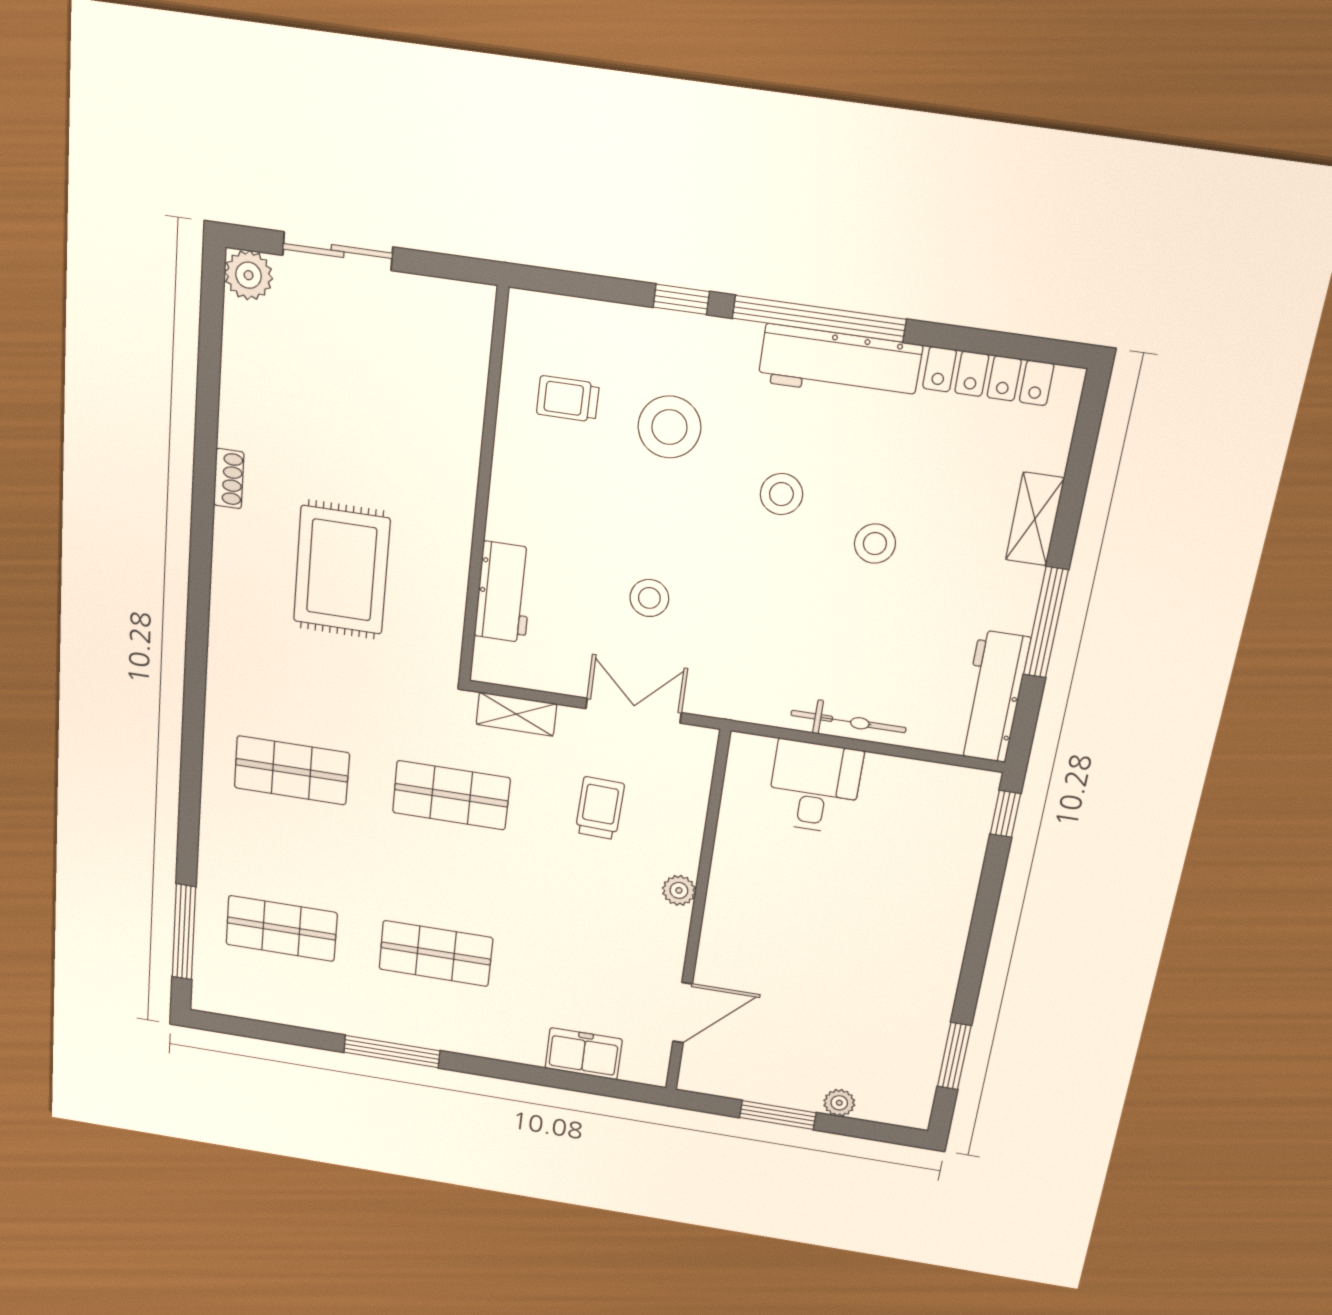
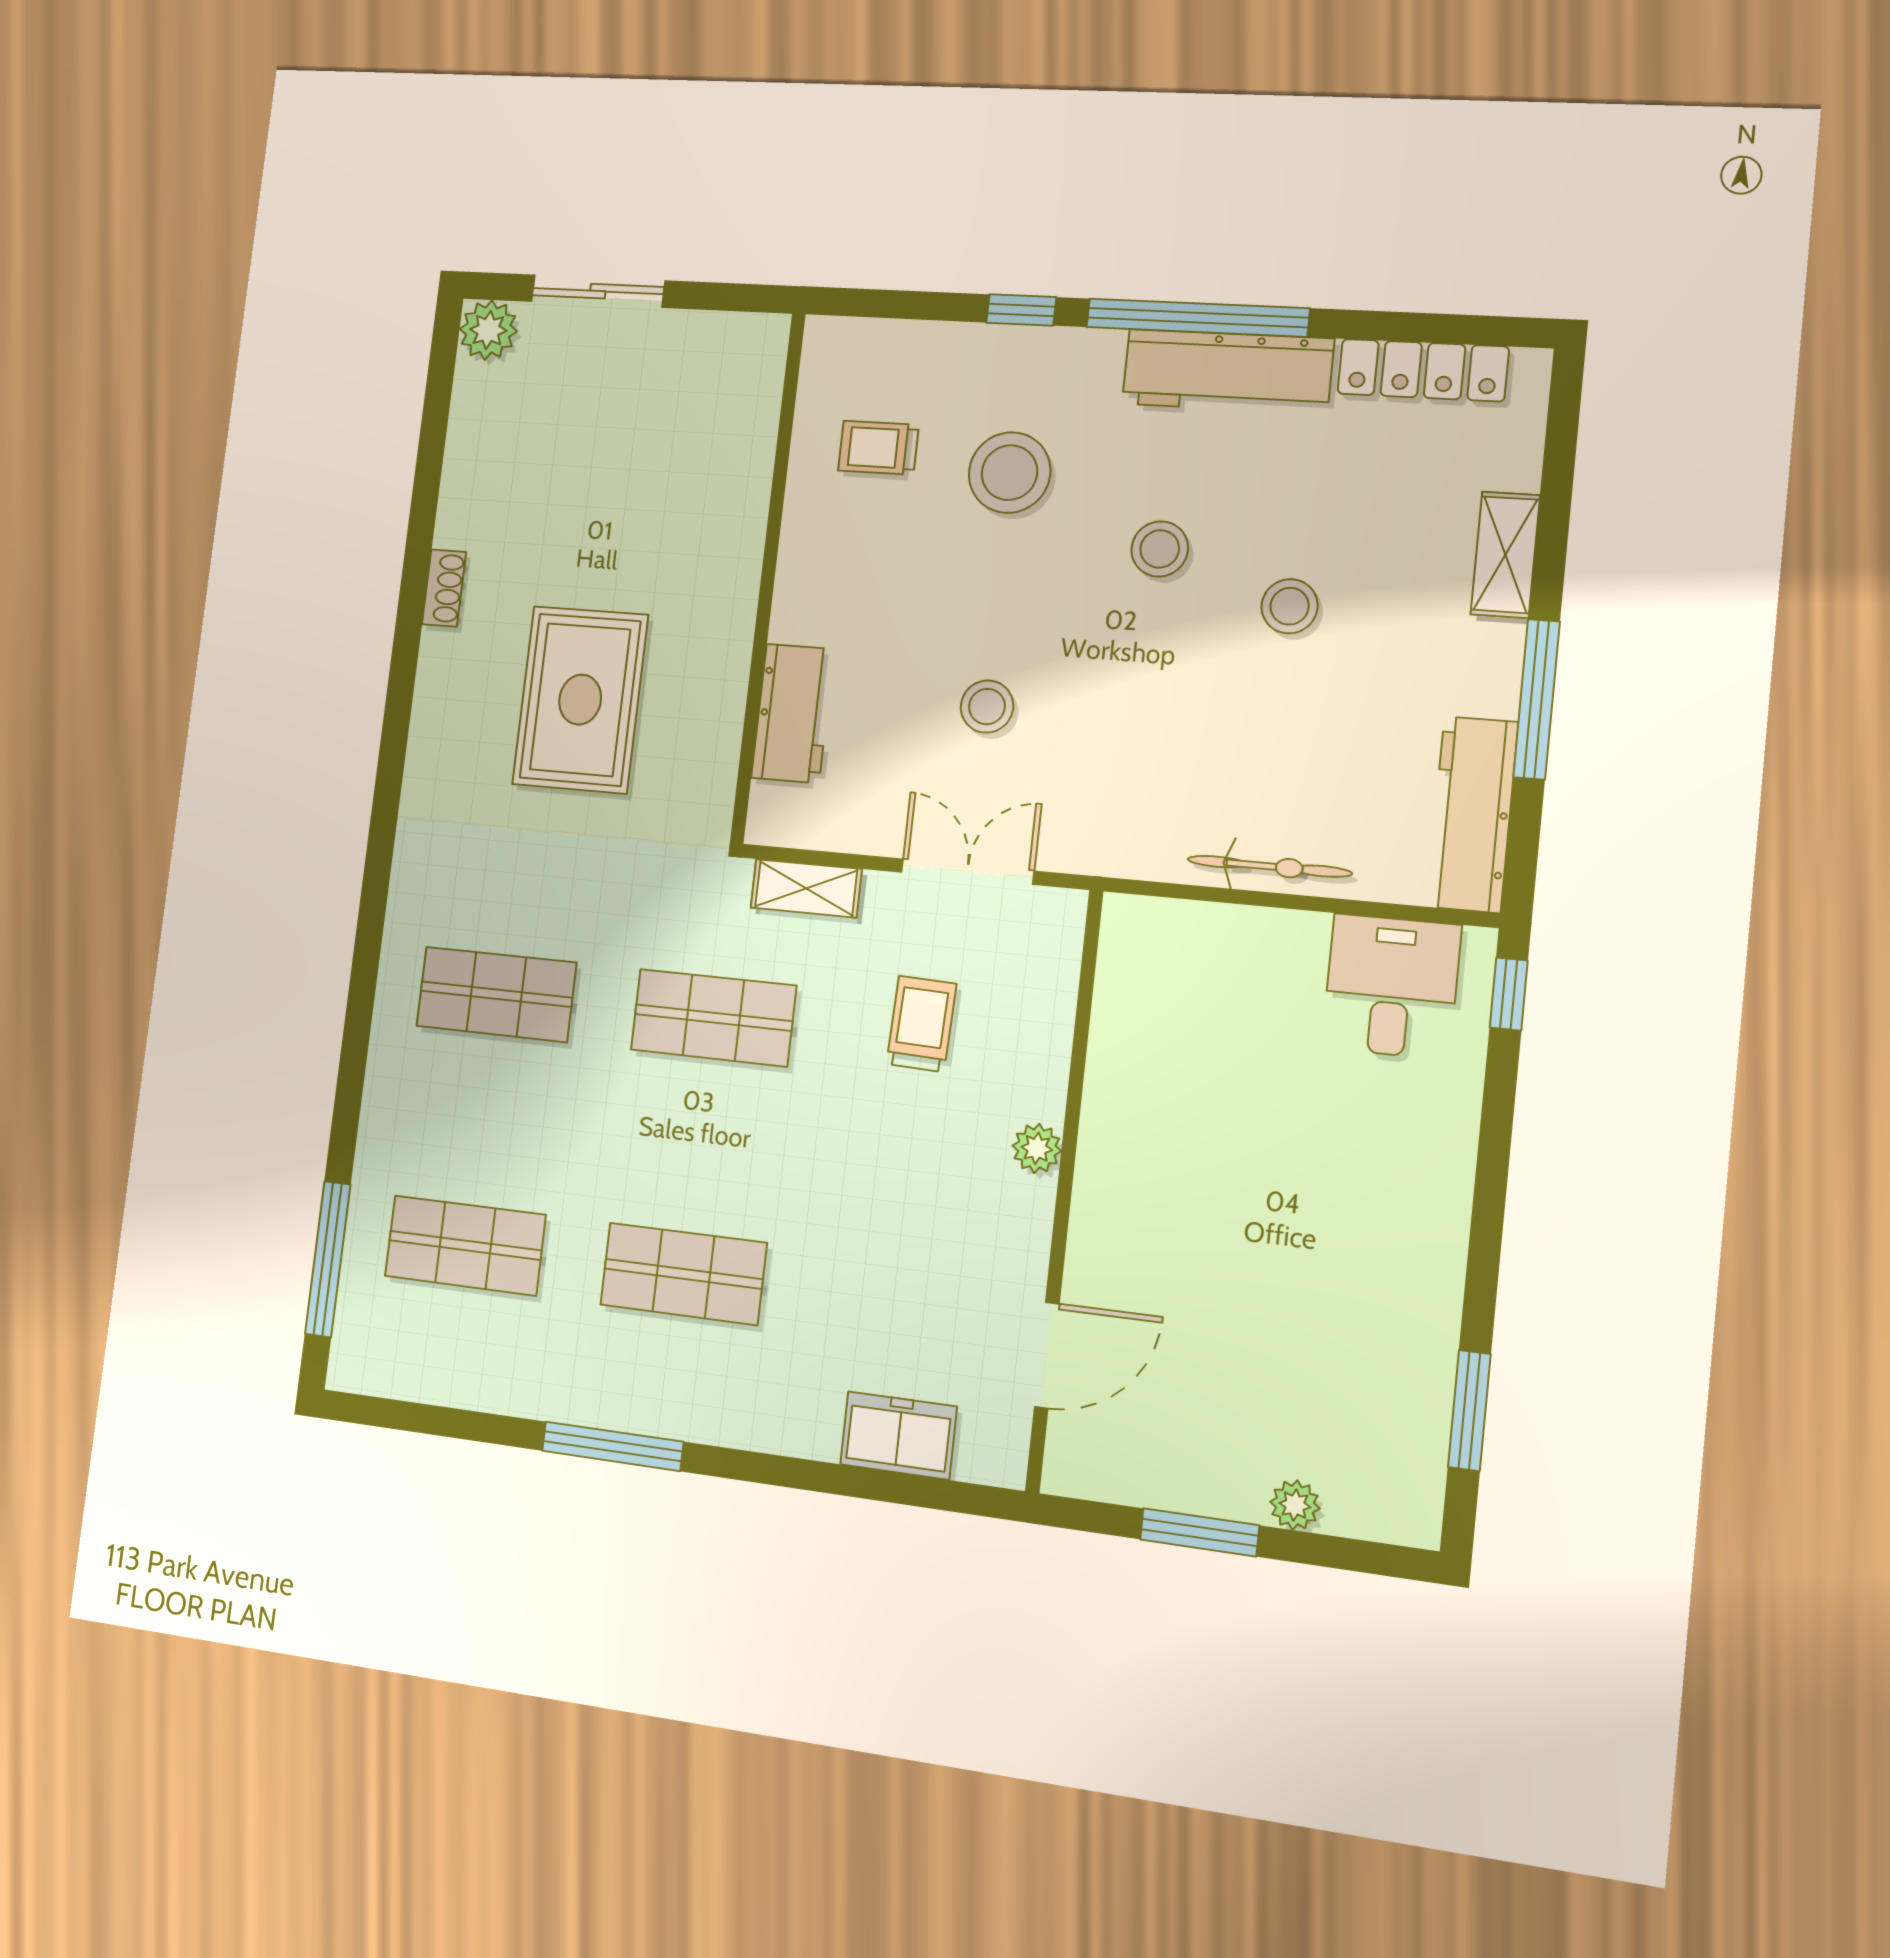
desk: (814, 787) -> (1391, 986), moved

